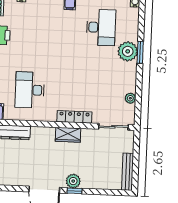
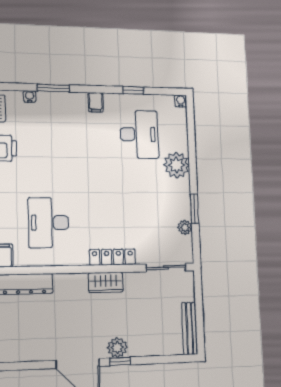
window: (140, 52) -> (195, 209), moved

